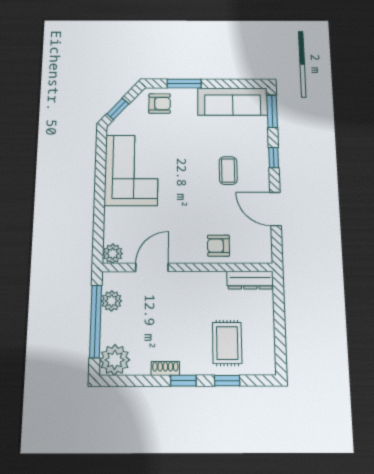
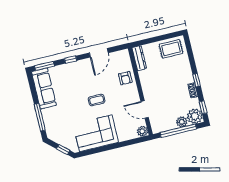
window: (184, 84) -> (40, 117), width x1.44
armchair: (160, 104) -> (55, 128), removed
coffee table: (228, 171) -> (97, 100), moved
plant: (112, 301) -> (182, 122), moved
rug: (227, 343) -> (171, 49), moved
window: (227, 381) -> (203, 107), moved

